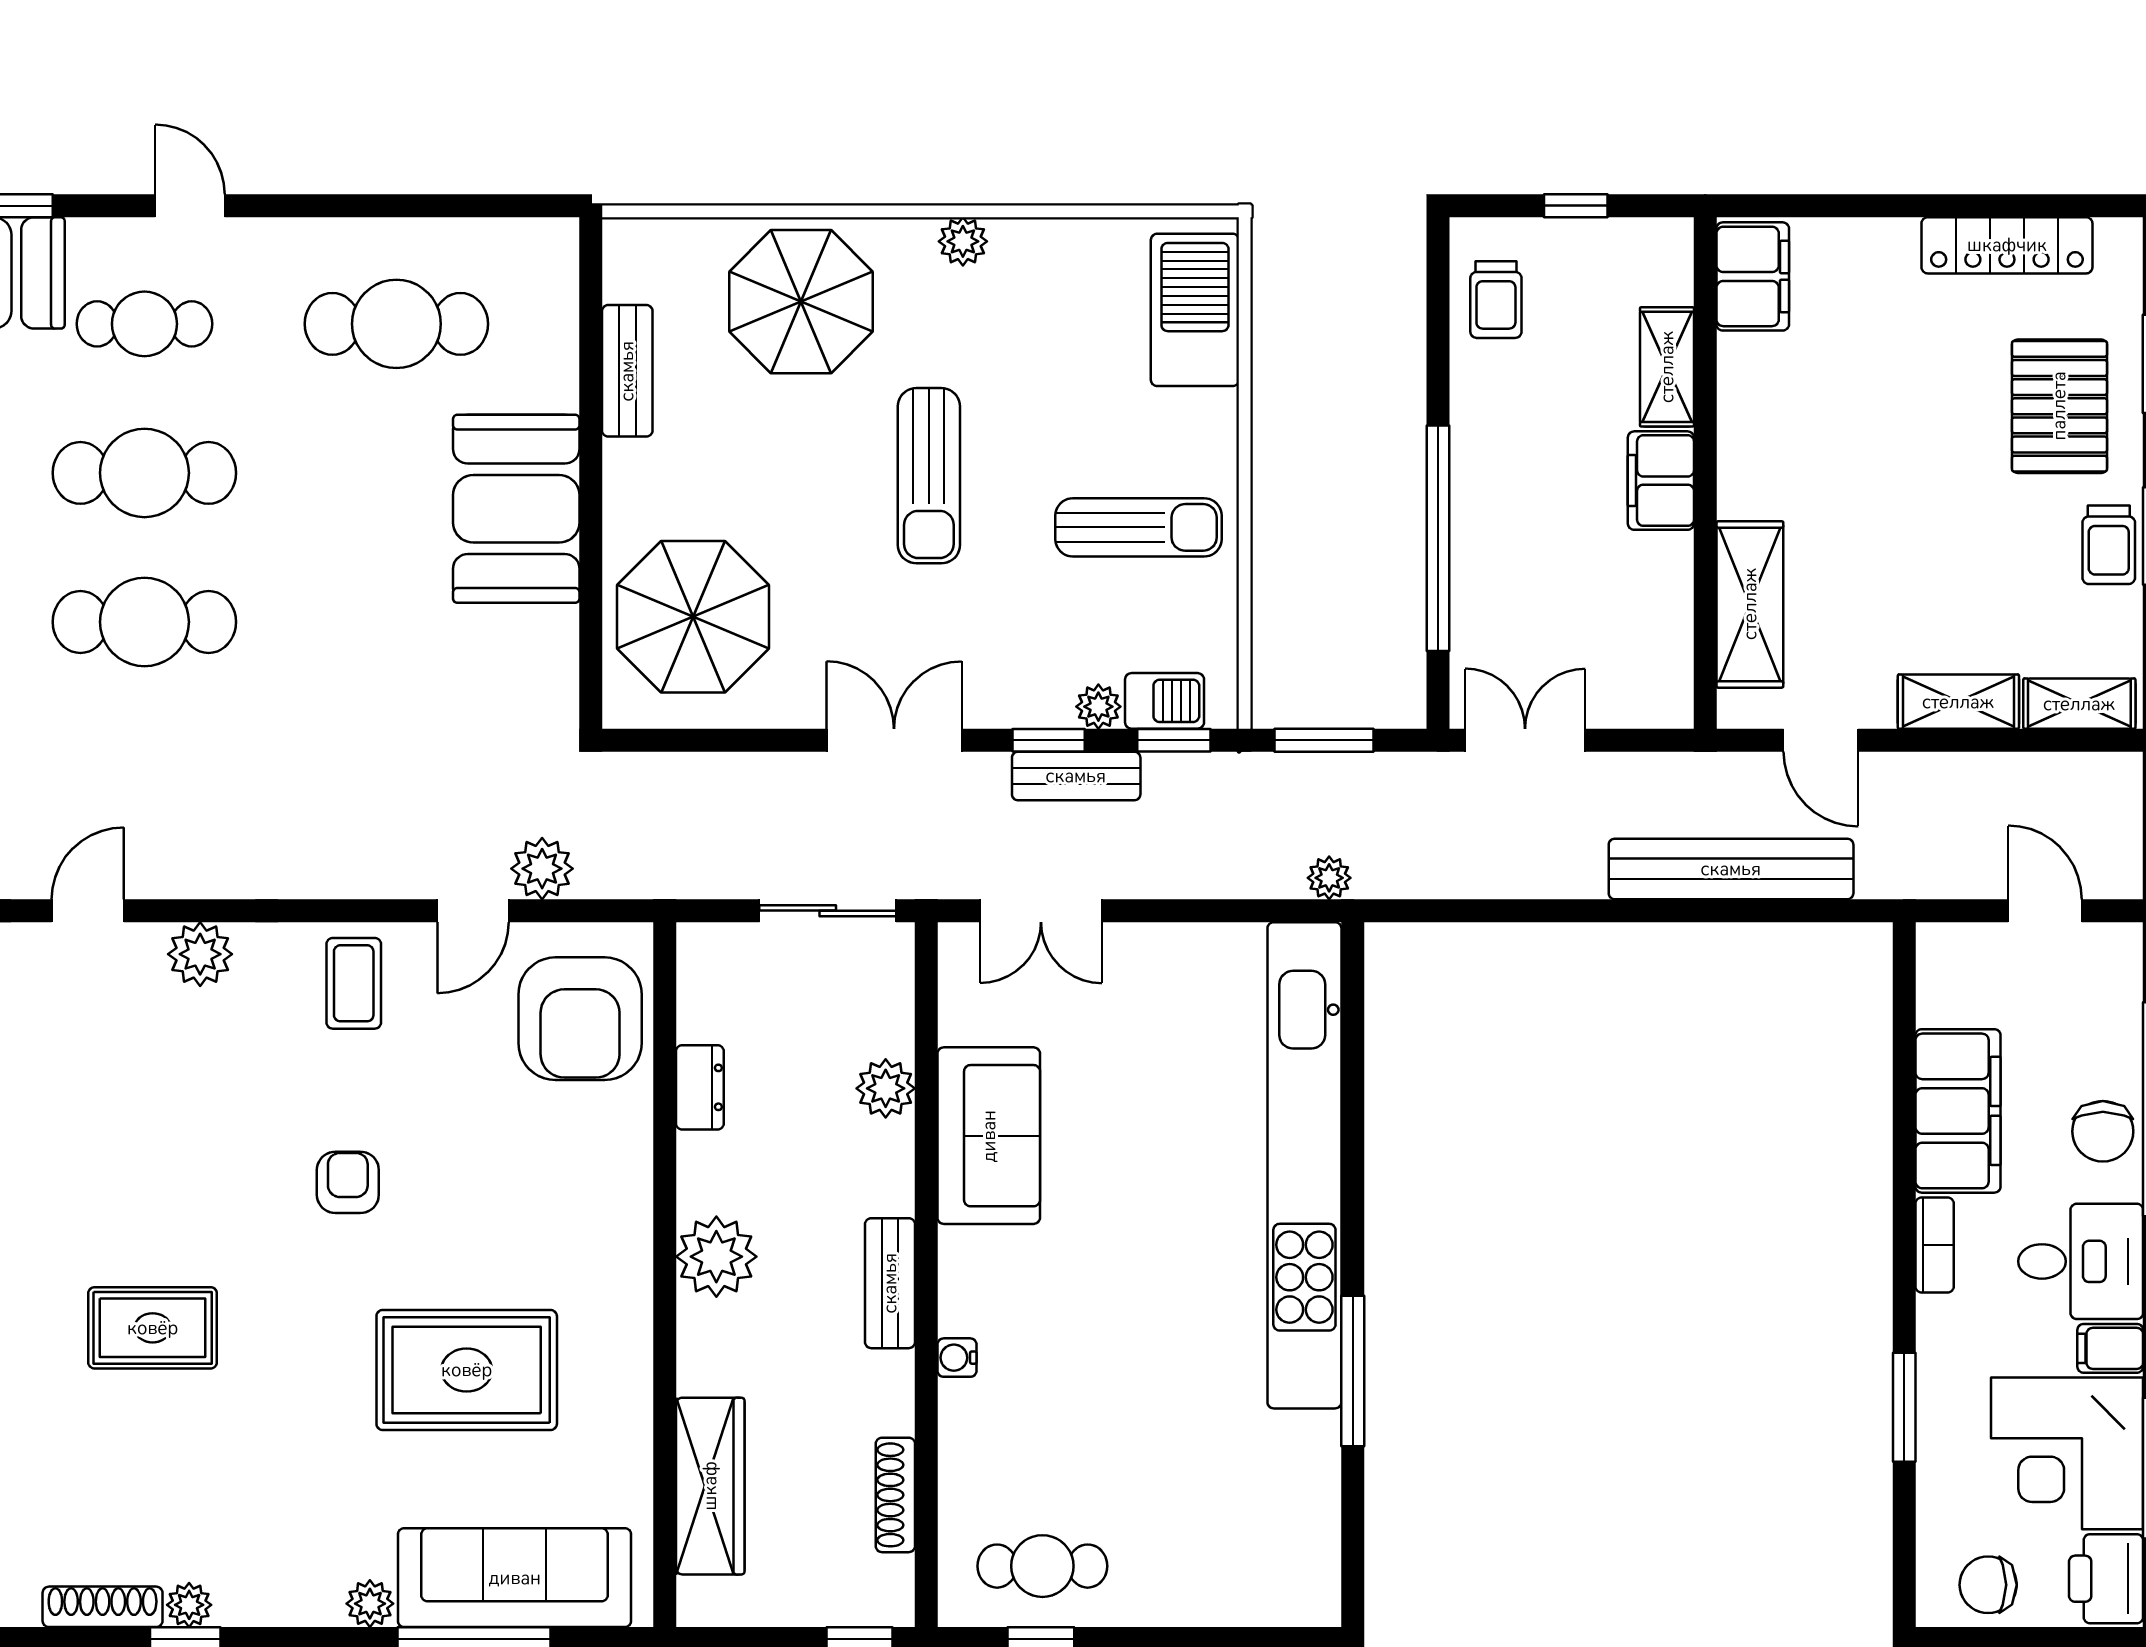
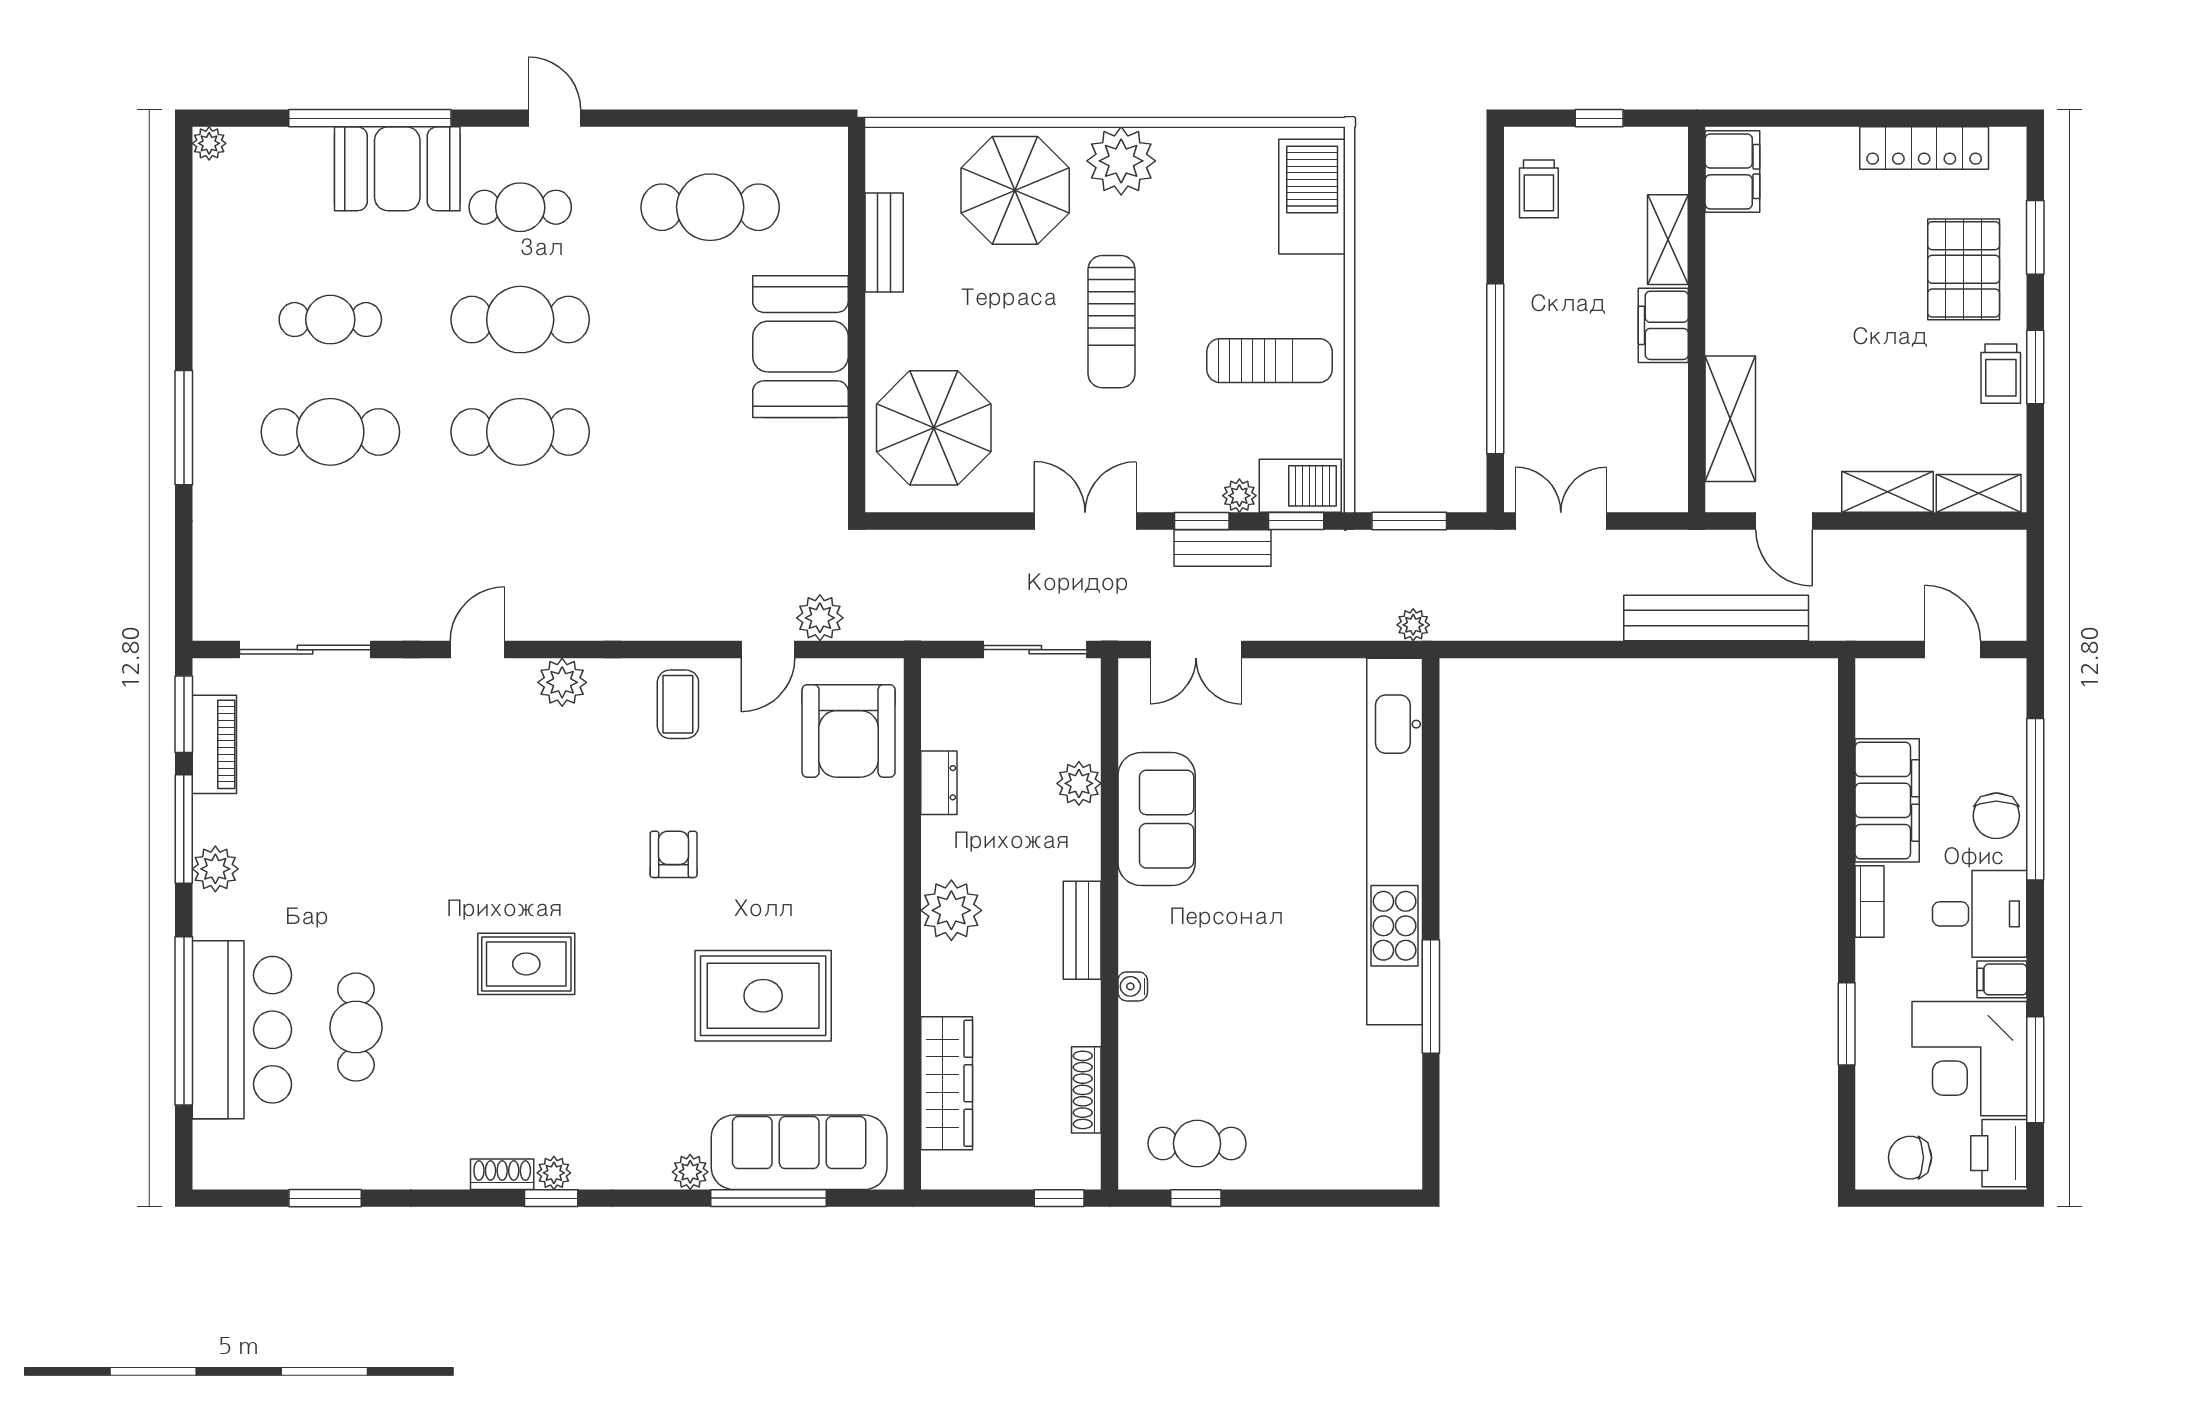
plant: (963, 241) -> (1121, 161), width x1.87, depth x1.87
barbecue: (1165, 701) -> (1300, 486), width x1.38, depth x1.27
shoe rack: (103, 1607) -> (502, 1174), width x0.70

